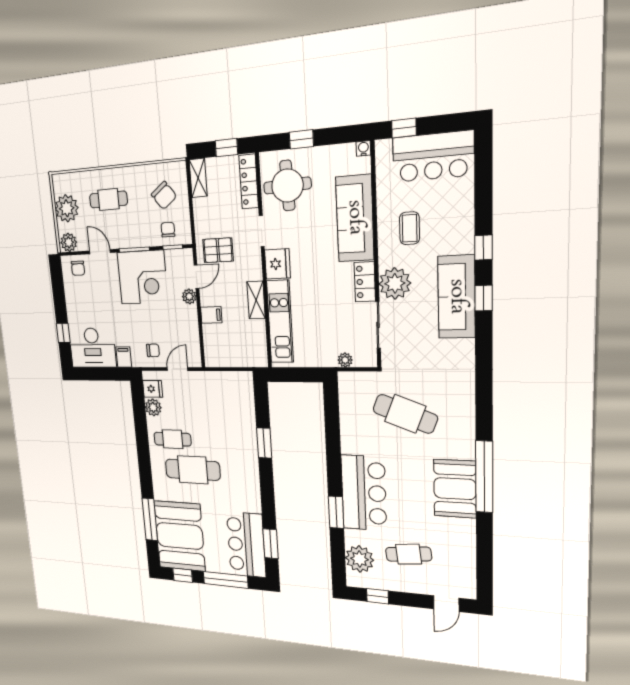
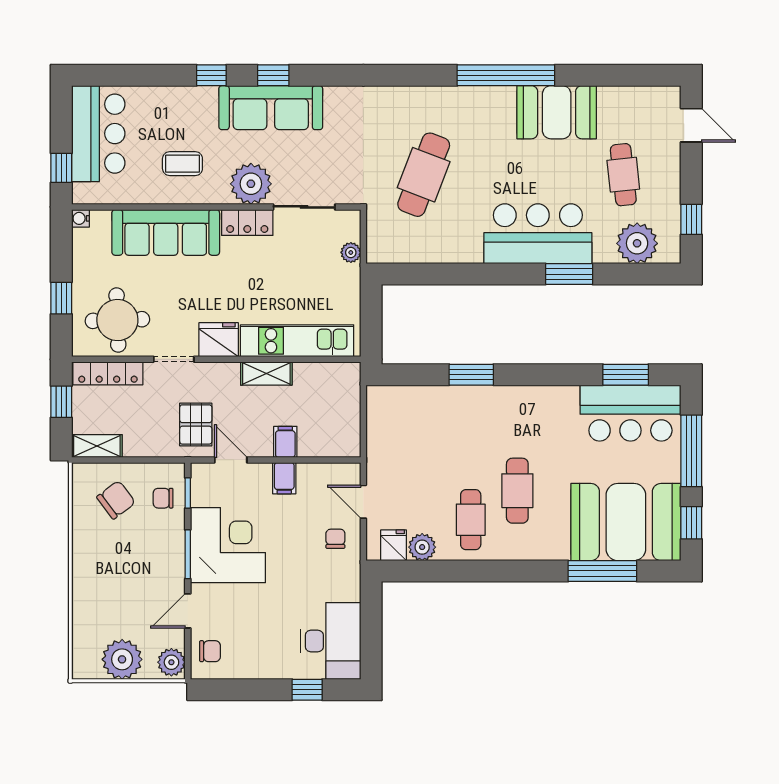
cafe table: (108, 200) -> (115, 588), removed
plant: (189, 296) -> (258, 474), removed
filing cabinet: (124, 357) -> (284, 478), moved, turned -90
cafe table: (193, 470) -> (517, 491), width x0.73, depth x0.74
booth: (455, 489) -> (557, 112), moved

